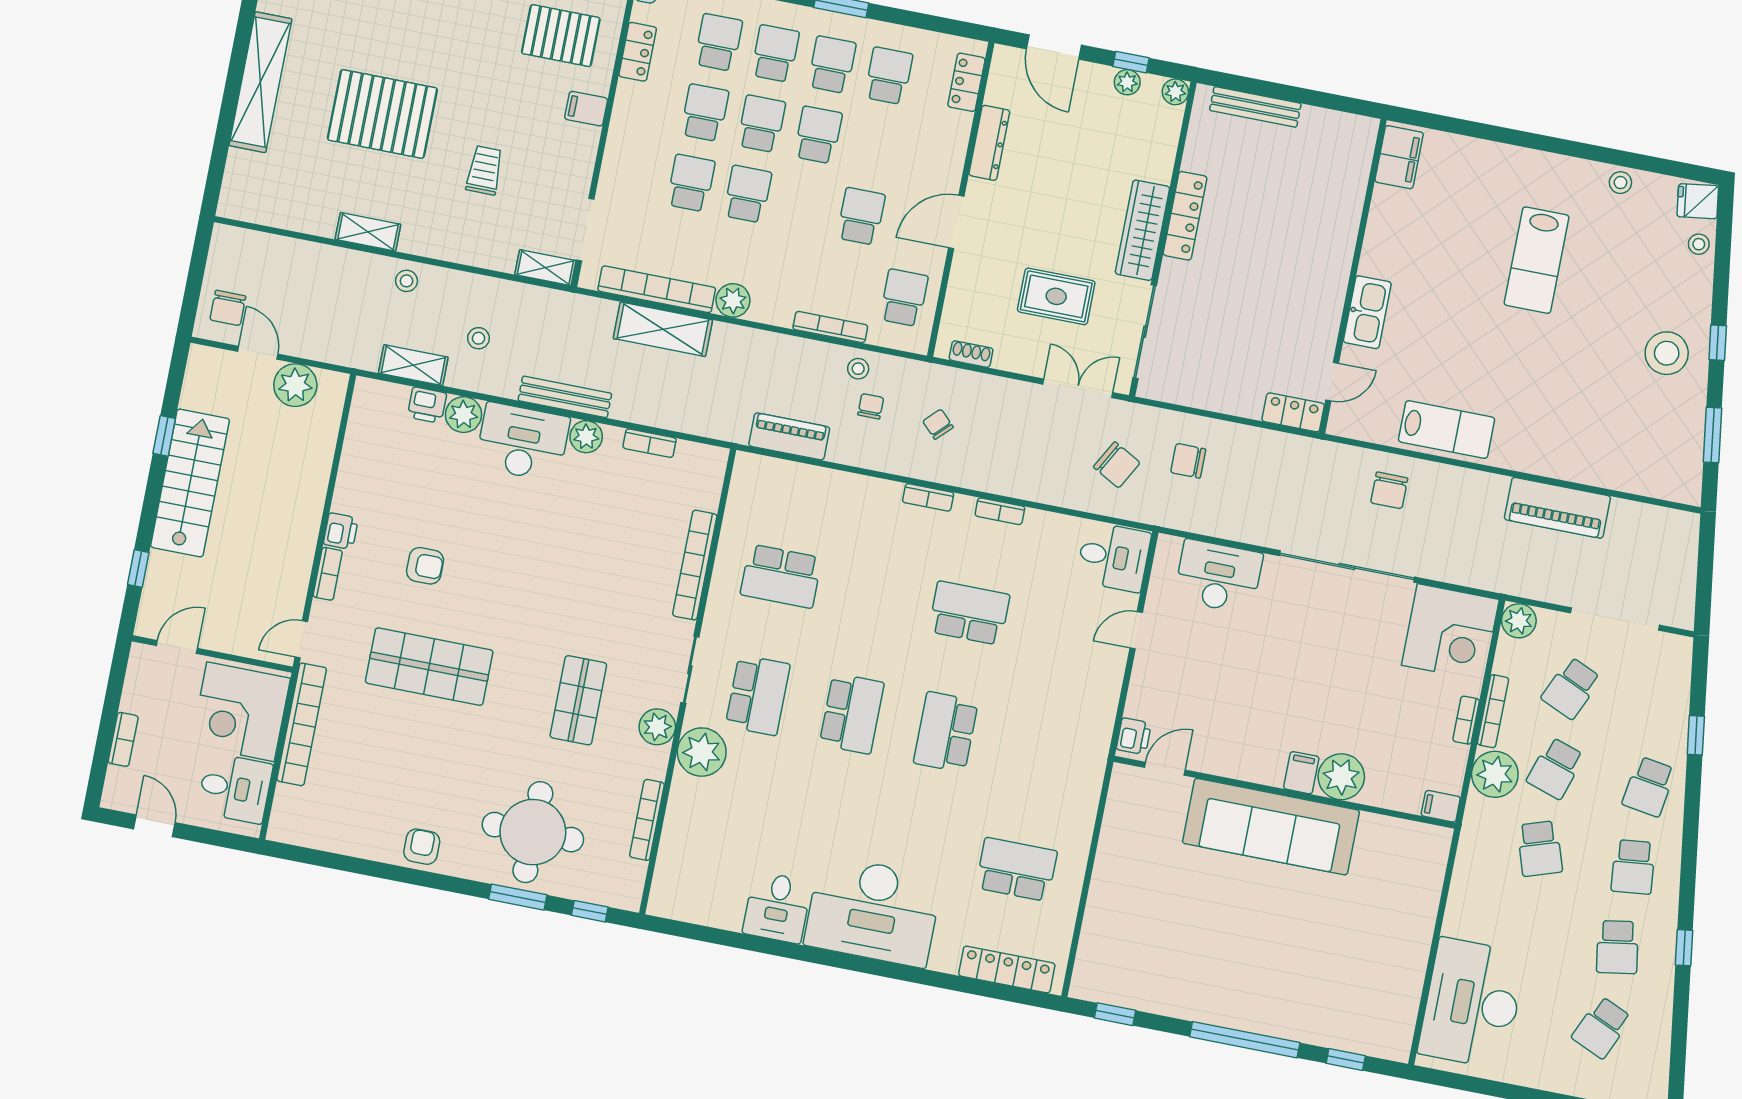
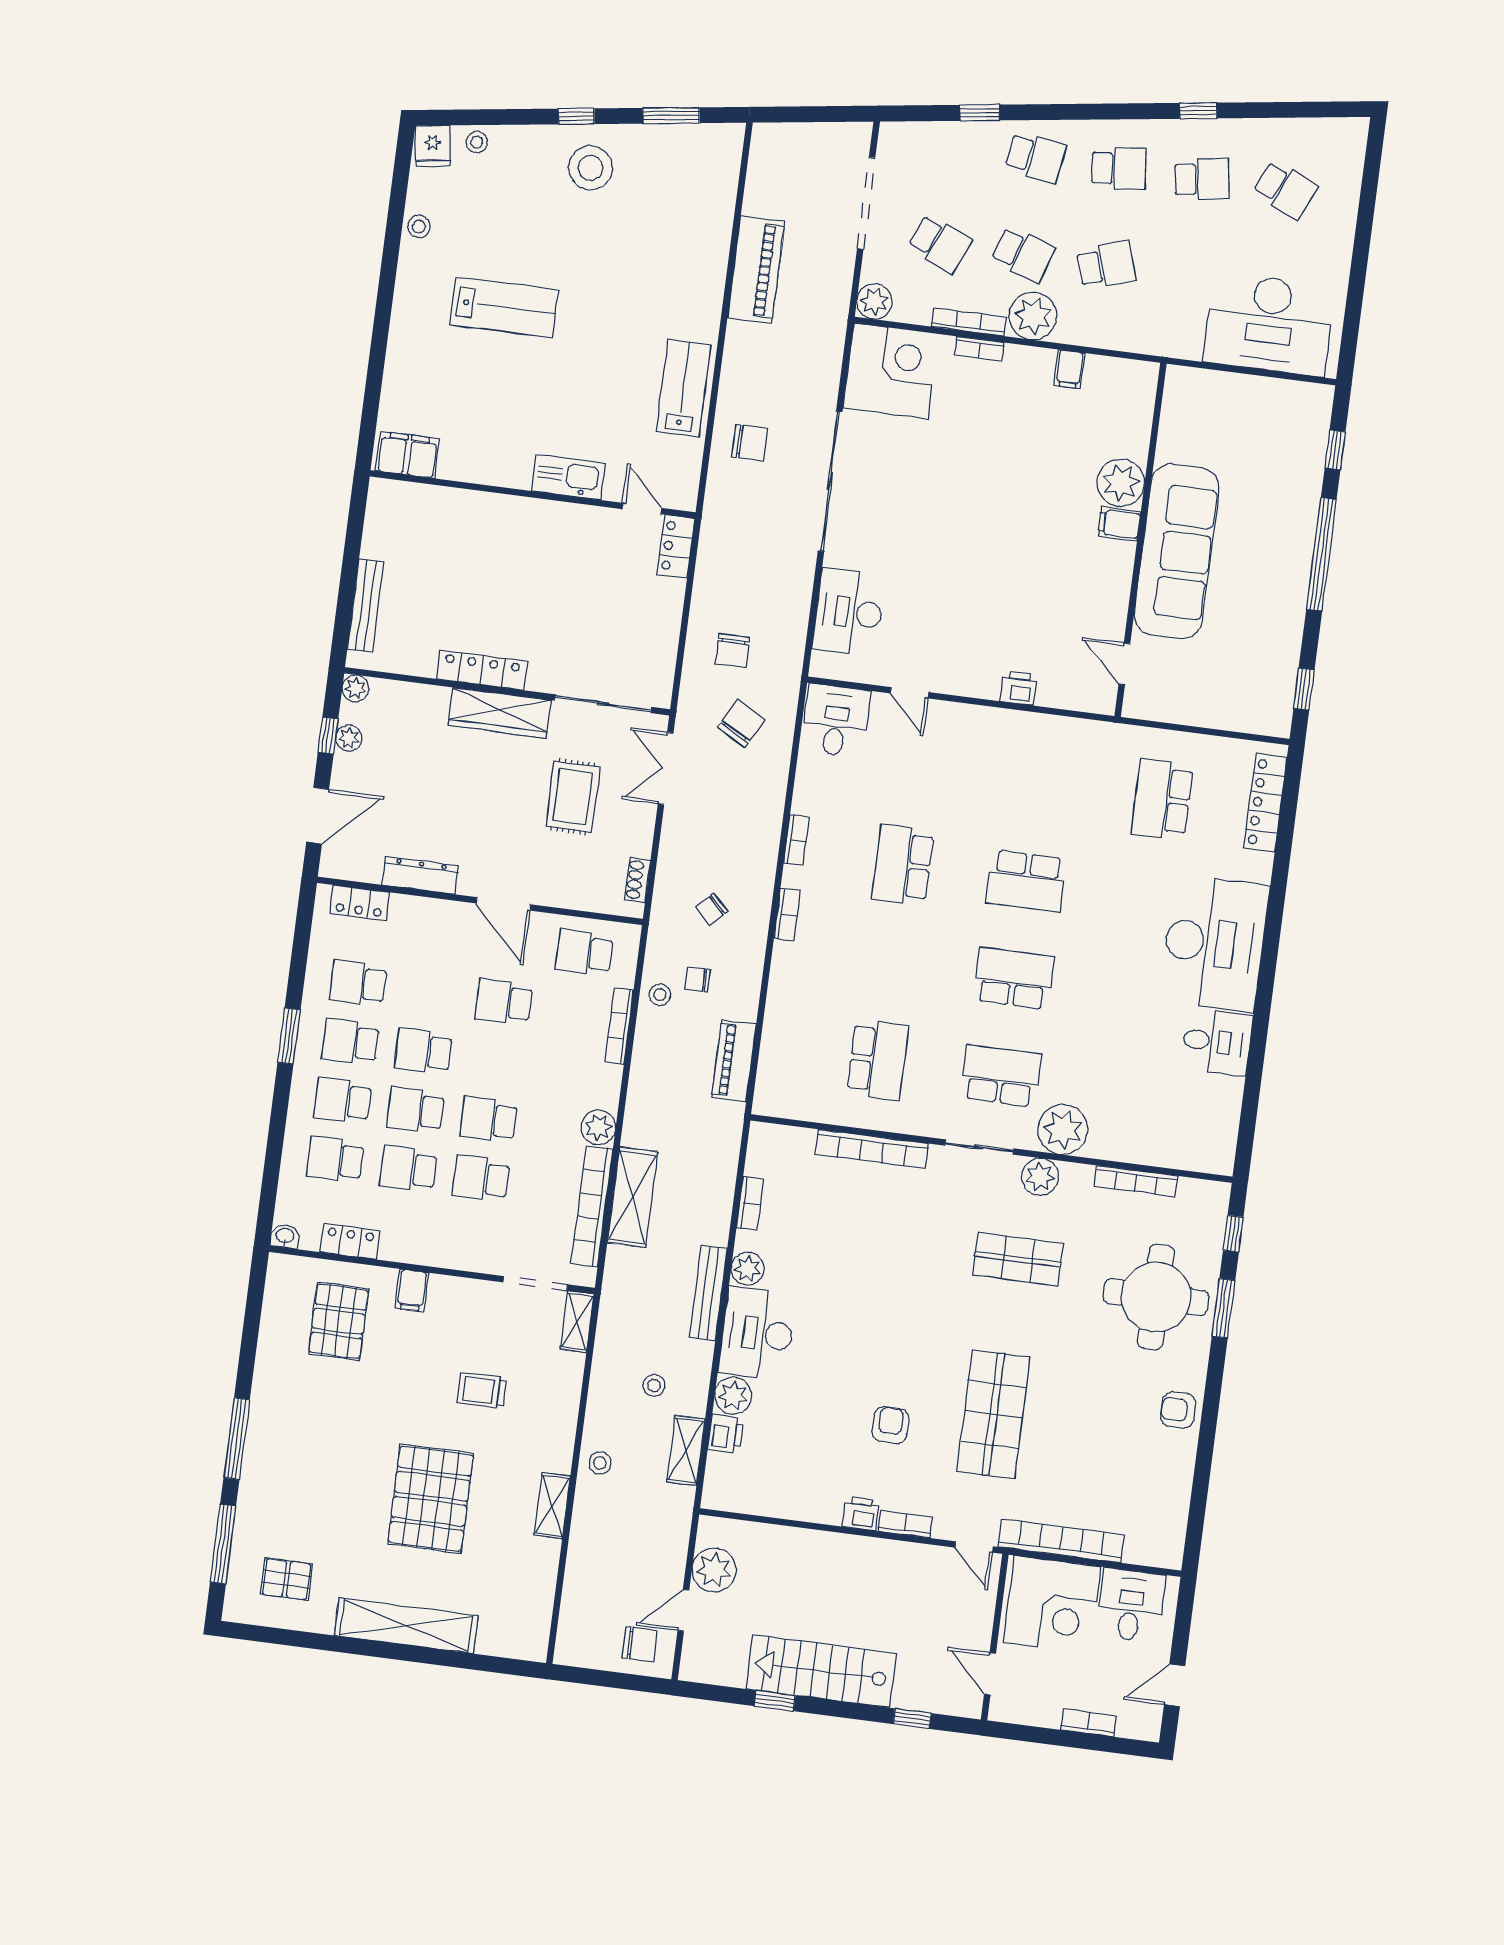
door: (1165, 769) -> (1124, 664), moved
filing cabinet: (1301, 773) -> (1119, 524), moved
plant: (1341, 777) -> (1121, 483), moved
wall: (1284, 792) -> (1140, 540), moved
sofa: (1271, 827) -> (1177, 551), moved

